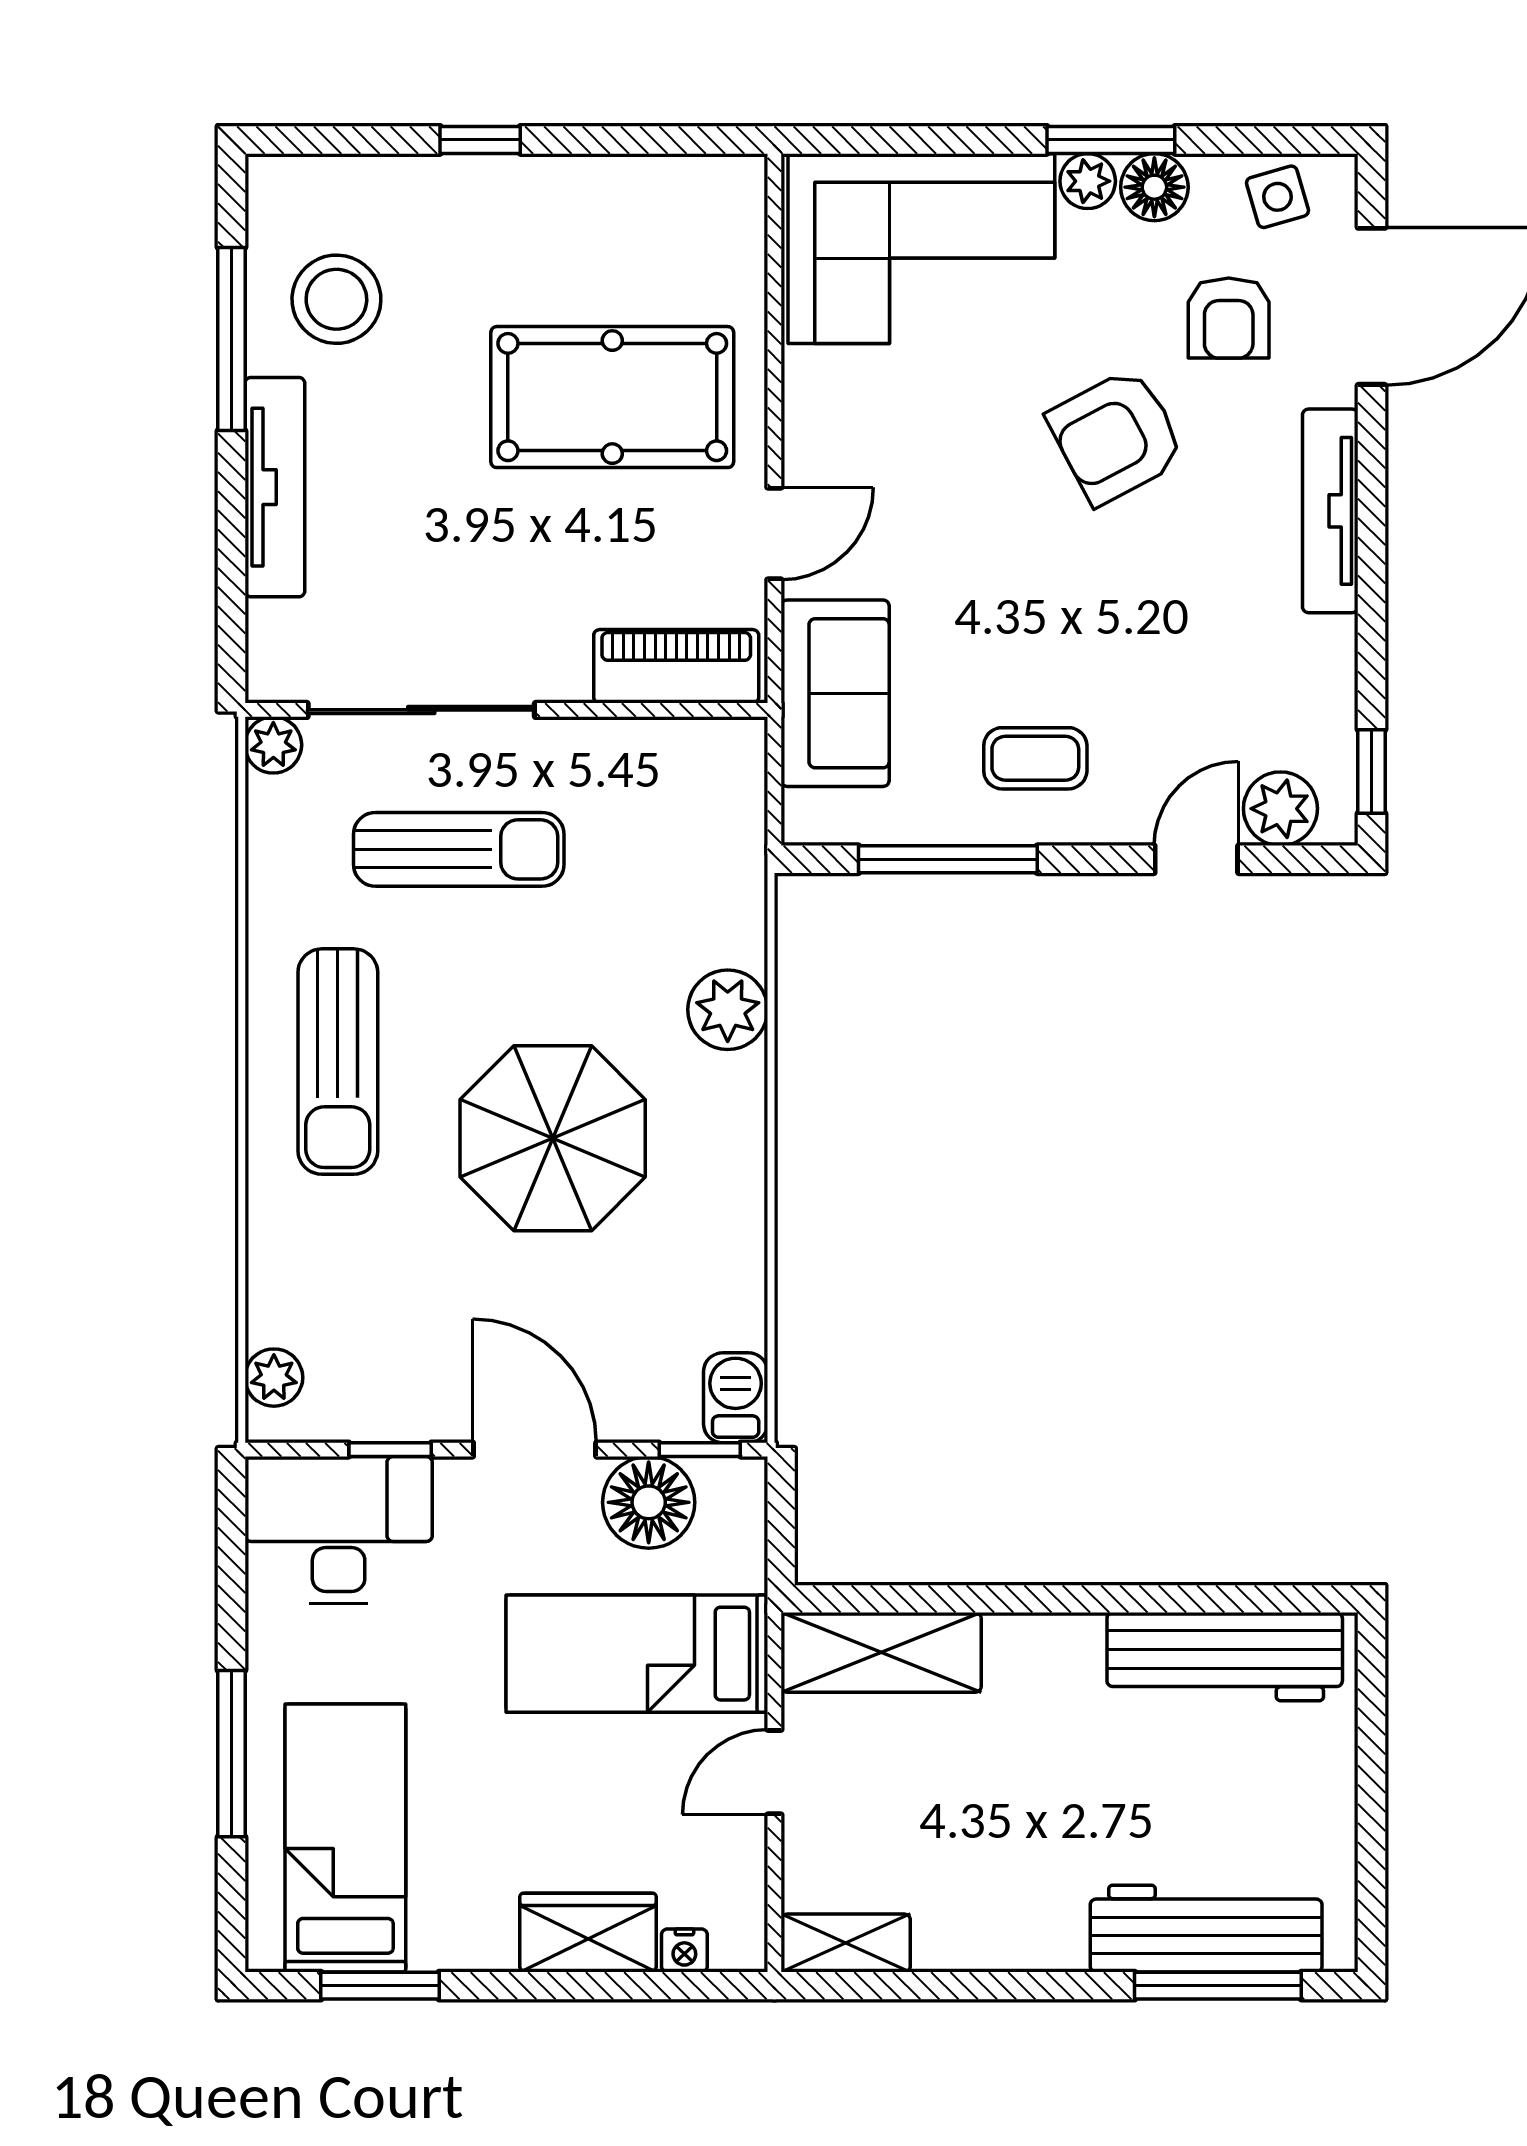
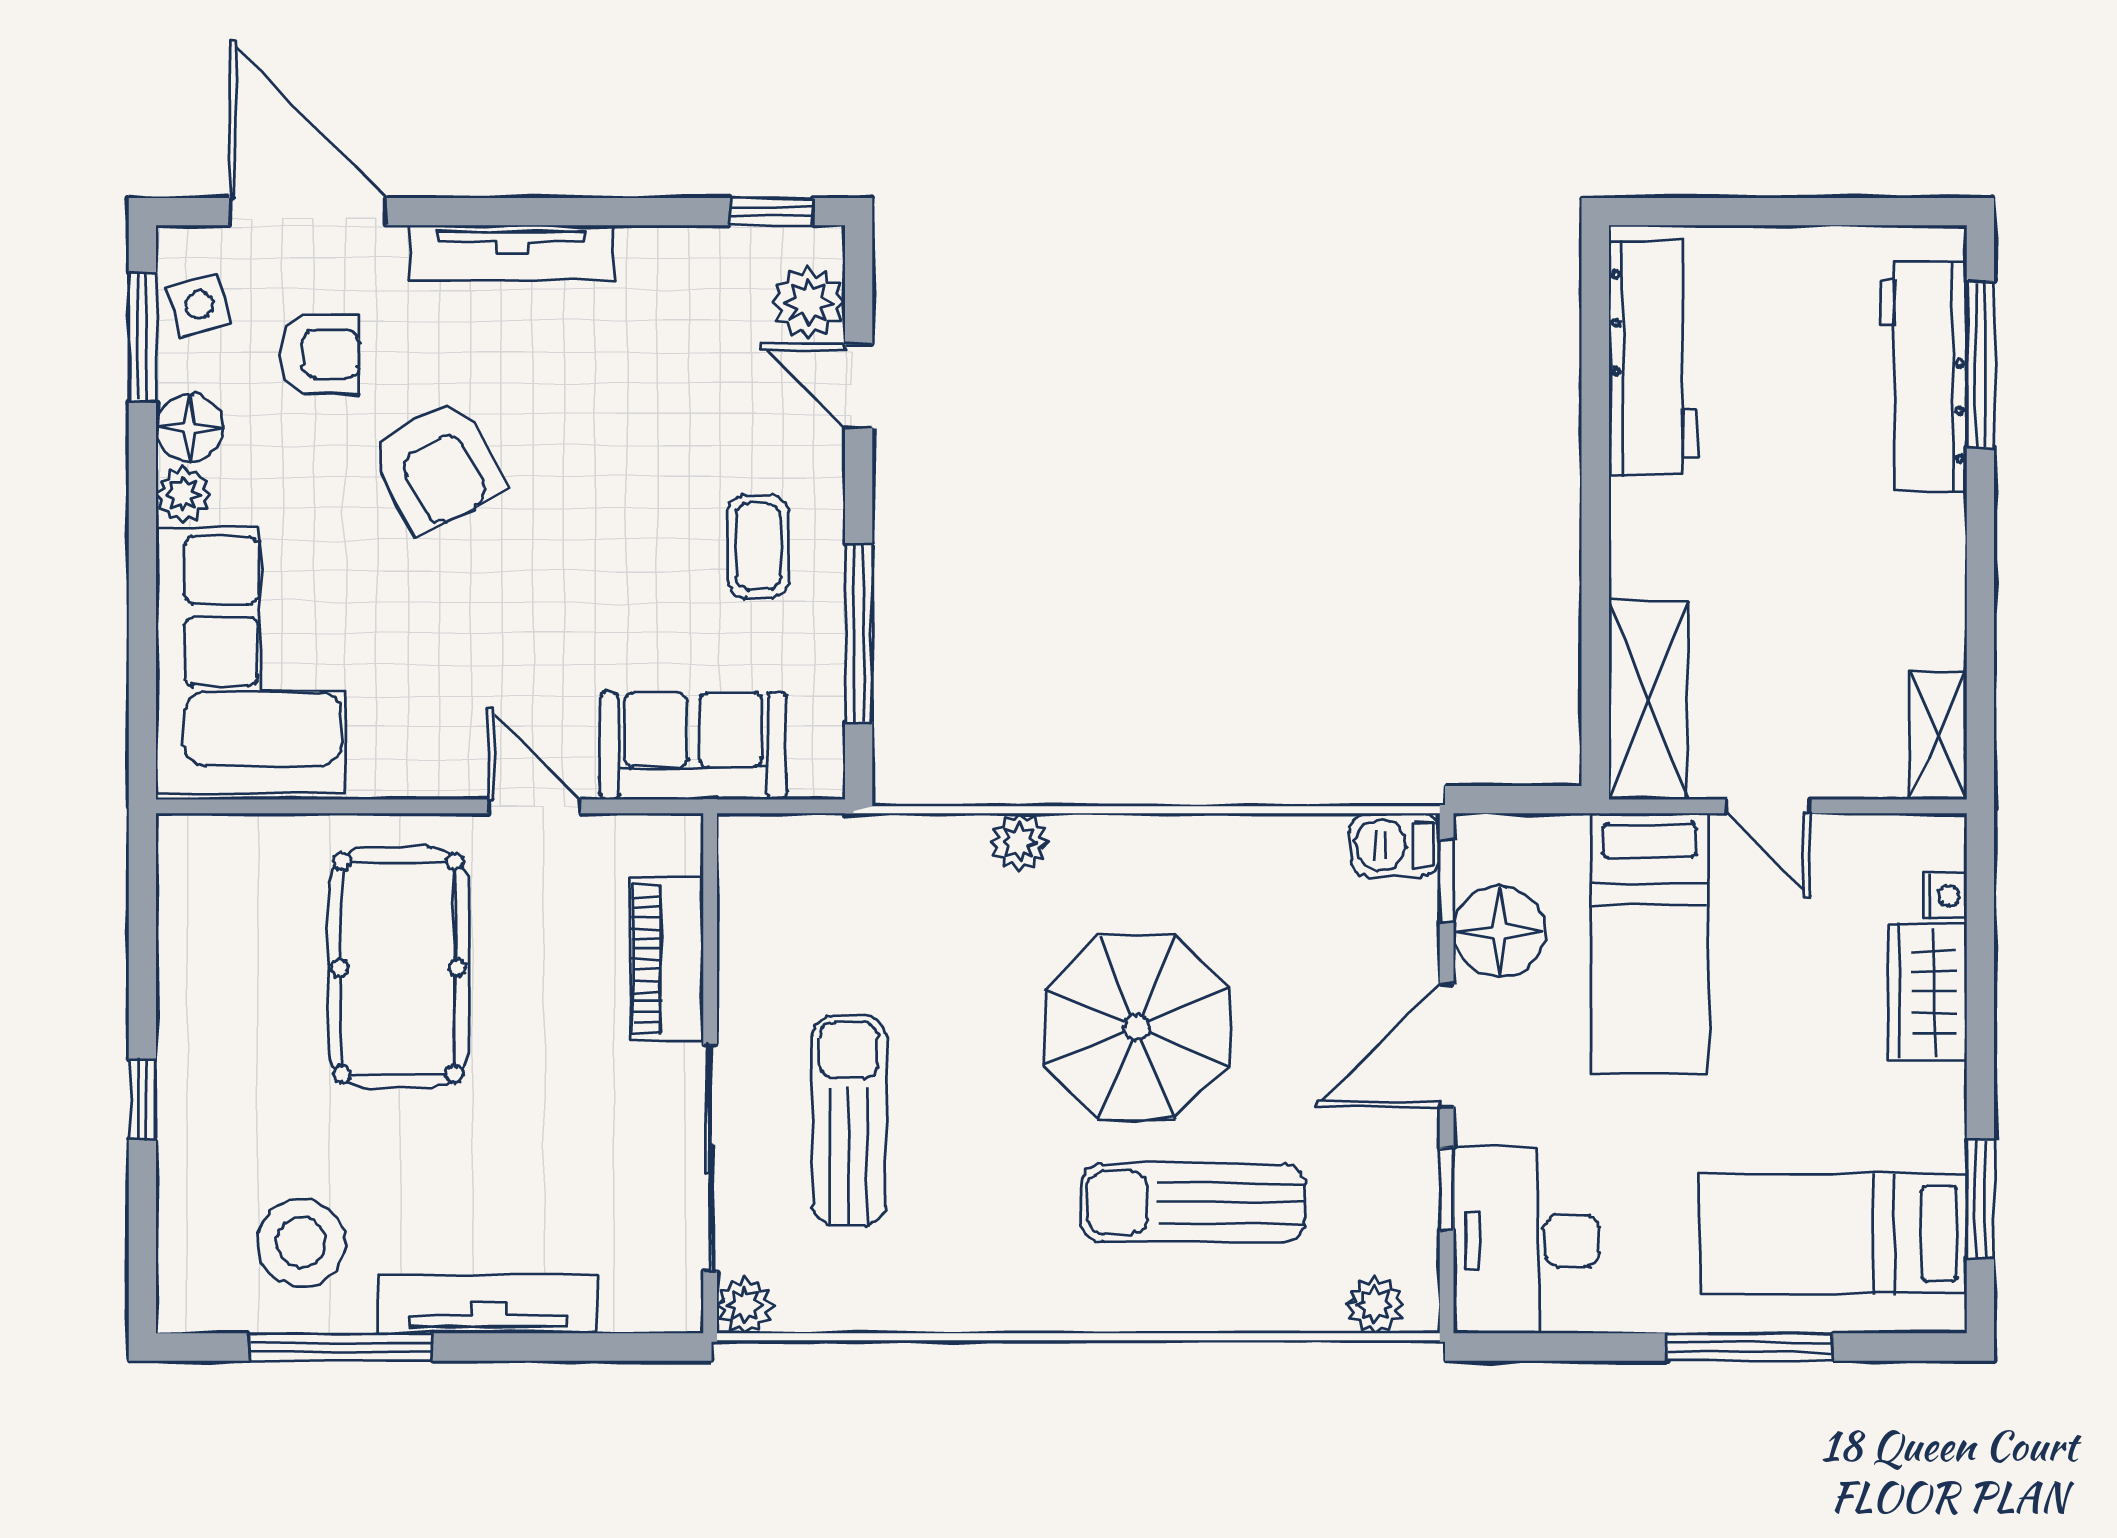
window: (1111, 140) -> (142, 338), moved
piano: (676, 666) -> (667, 960), moved
plant: (728, 1010) -> (1019, 842), width x0.73, depth x0.73
sun lounger: (338, 1062) -> (1193, 1203), moved, turned 180

